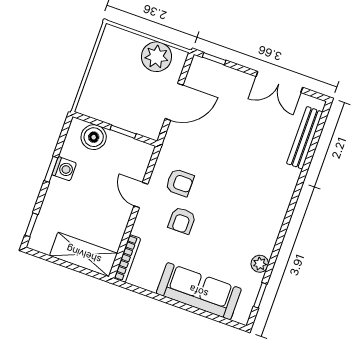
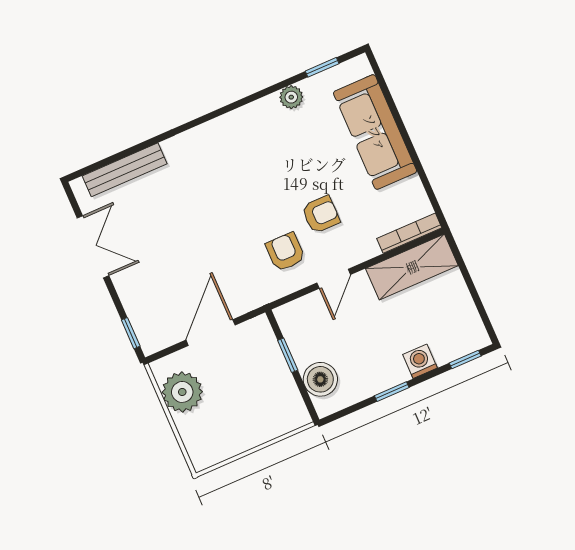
door: (174, 102) -> (211, 333), hinge flipped
washing machine: (64, 169) -> (420, 361), moved
shelving: (84, 254) -> (412, 267), moved, turned 90

